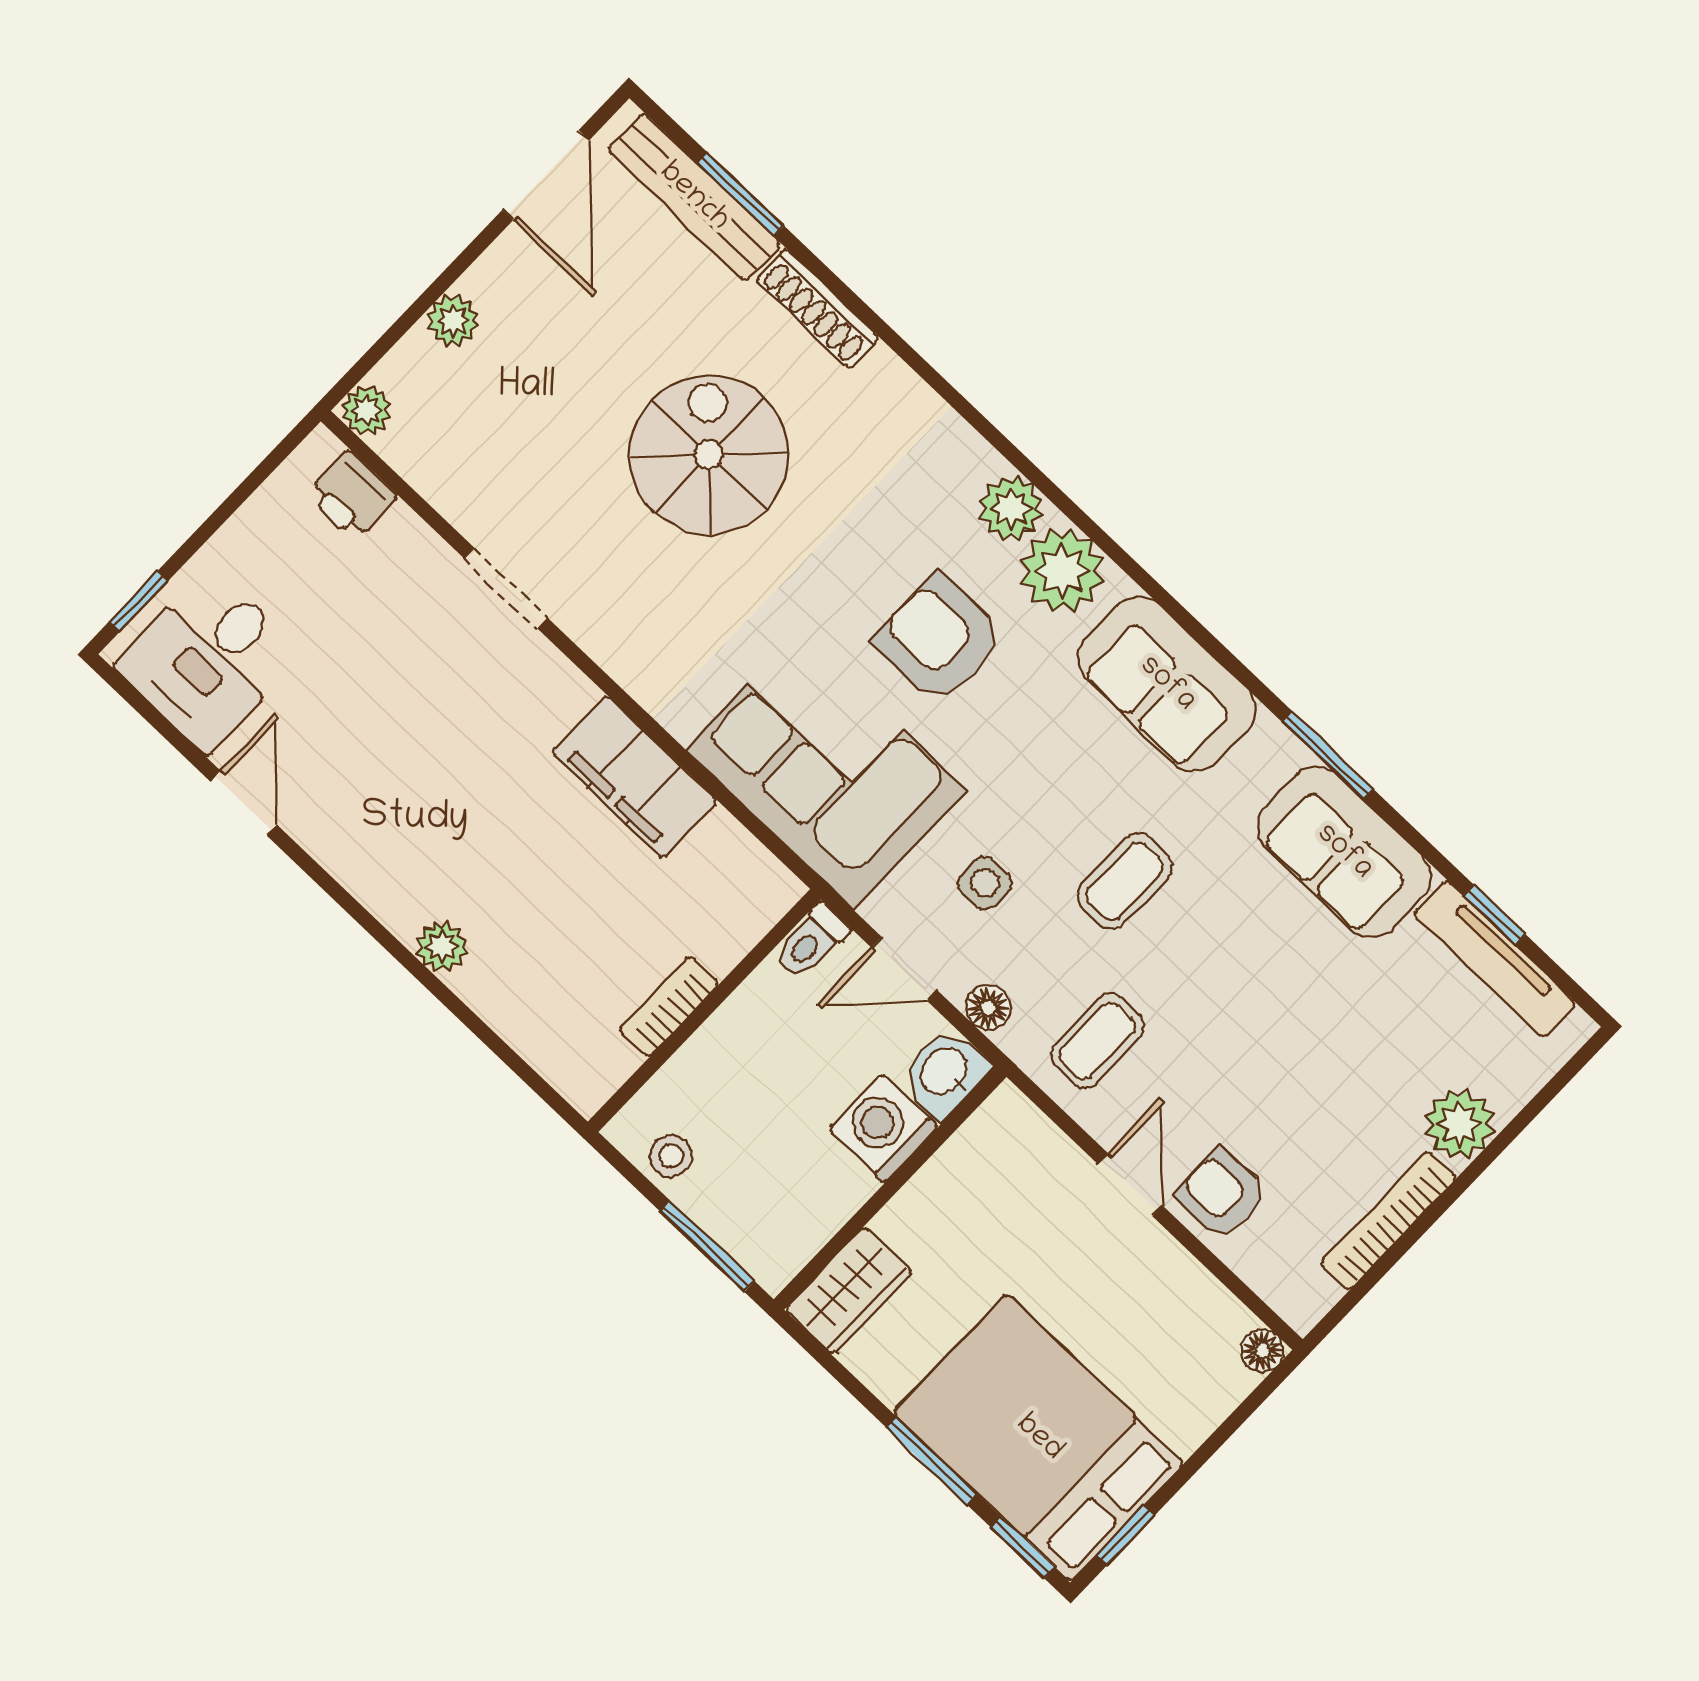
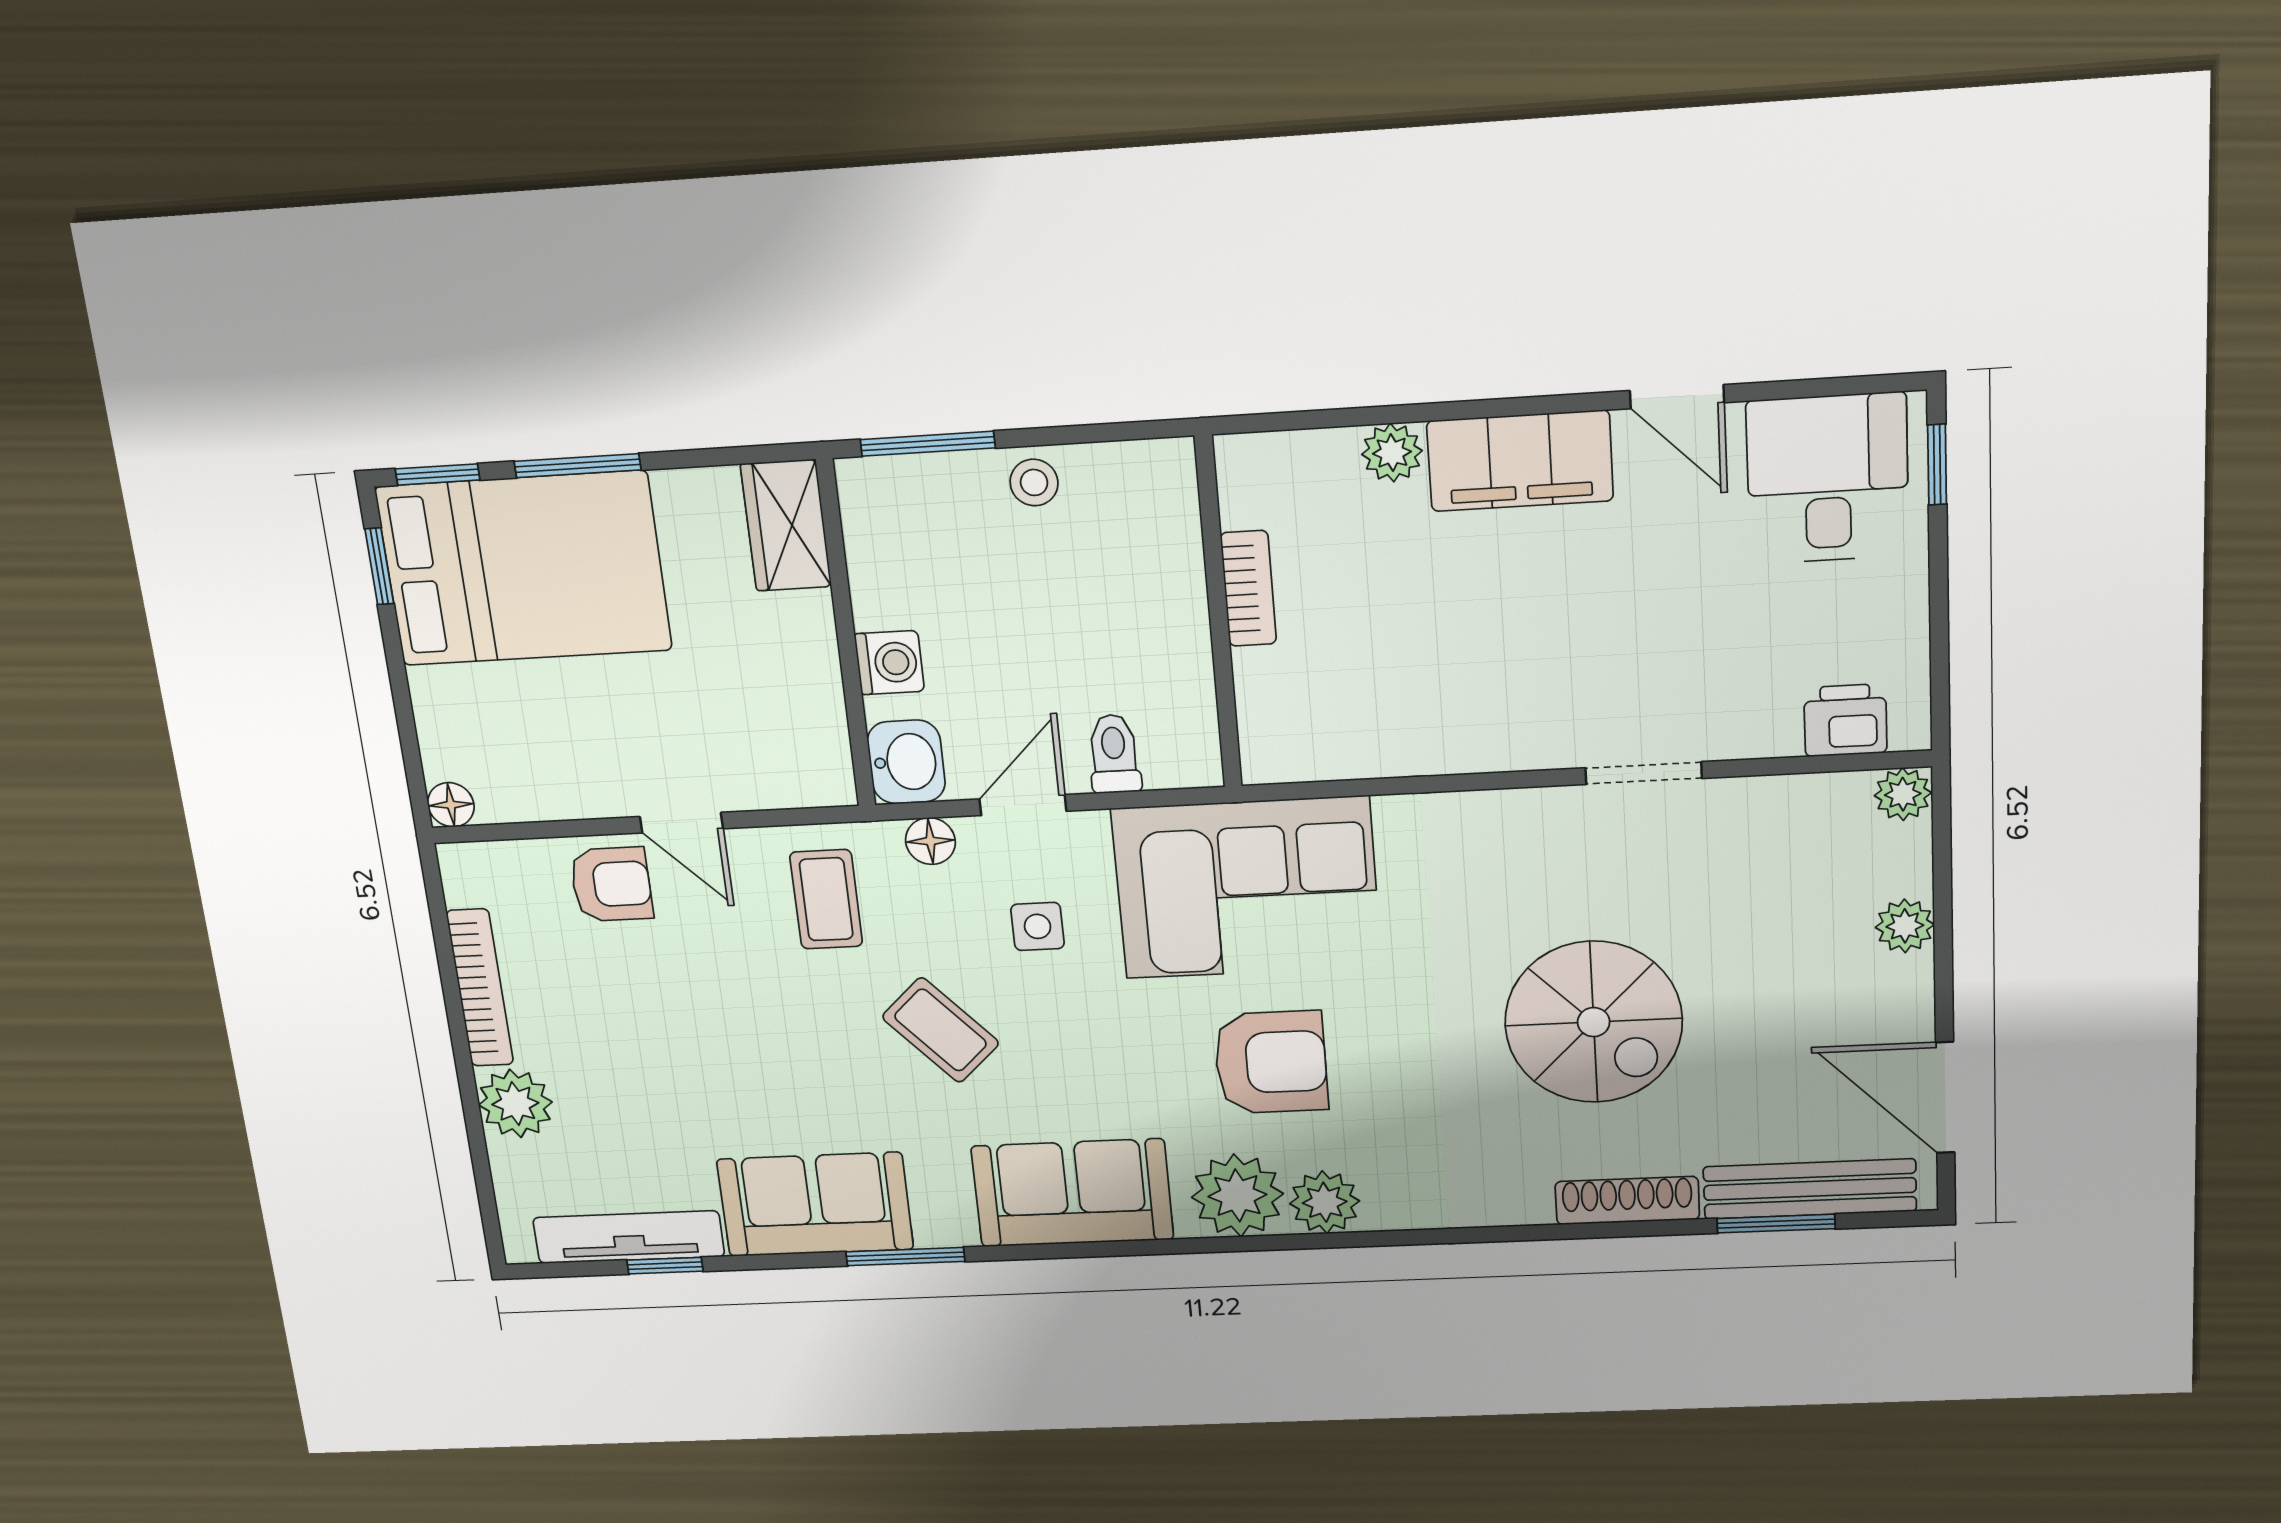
filing cabinet: (635, 777) -> (1520, 461), moved, turned 180
coffee table: (1125, 881) -> (941, 1030), turned -43
bookcase: (669, 1007) -> (1248, 588), moved
wall: (704, 1010) -> (1218, 614), moved
washing machine: (883, 1128) -> (889, 663), width x0.73, depth x0.73

